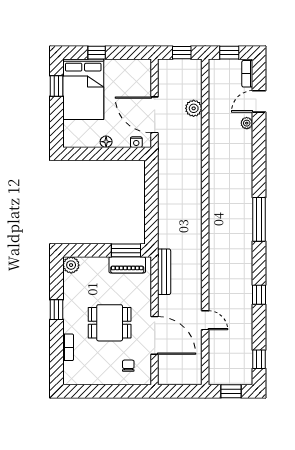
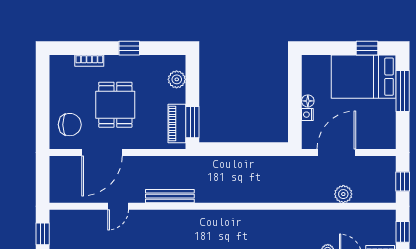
window: (97, 53) -> (403, 91), width x2.17
nightstand: (136, 142) -> (307, 115), moved
plant: (71, 265) -> (177, 79), moved
bench: (164, 272) -> (170, 196), moved
chair: (128, 366) -> (70, 125), width x1.87, depth x1.87

